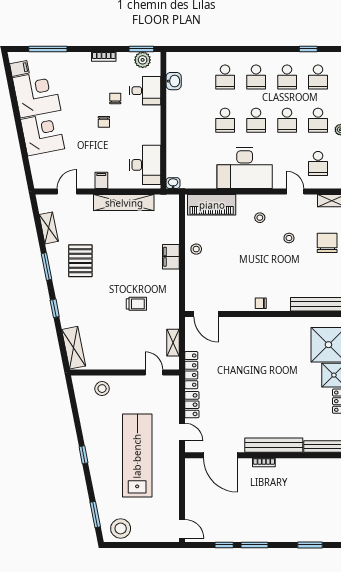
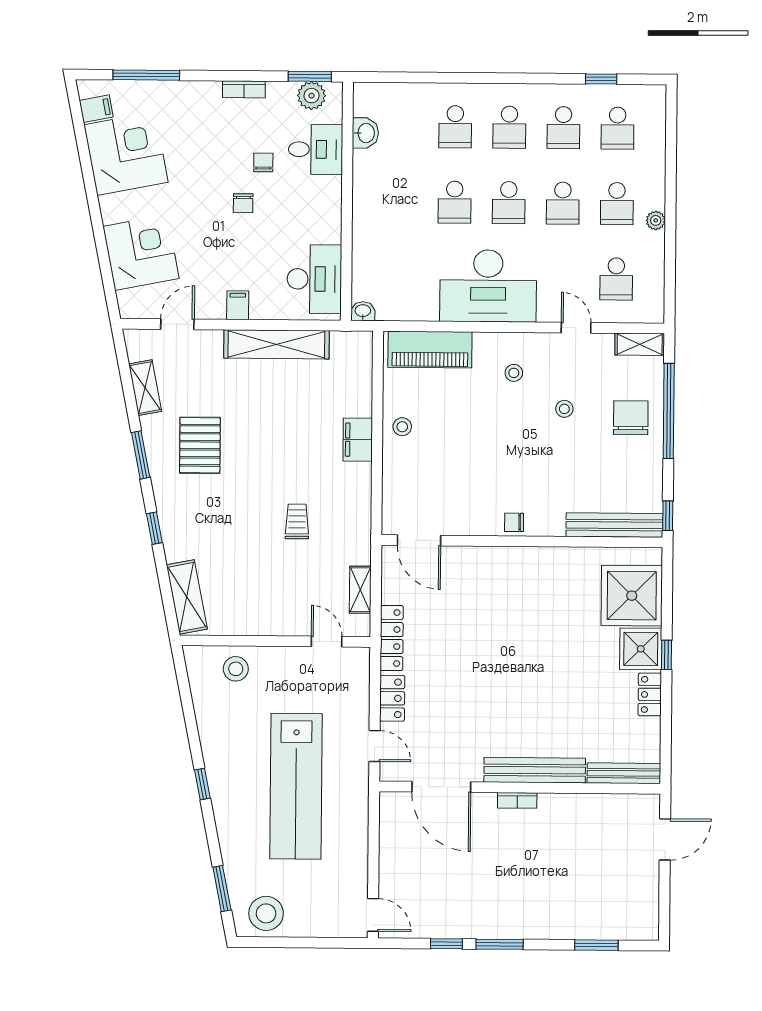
corner desk: (42, 134) -> (141, 252), moved
trolley: (136, 304) -> (297, 521), turned -90
lab bench: (137, 456) -> (296, 786), turned 180

